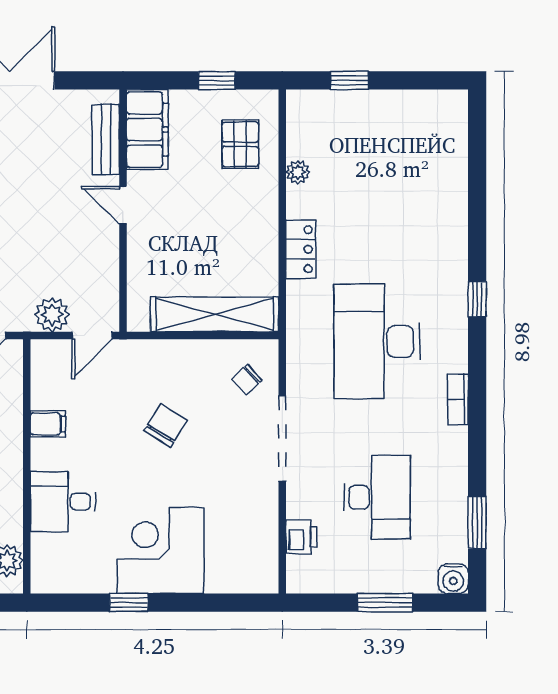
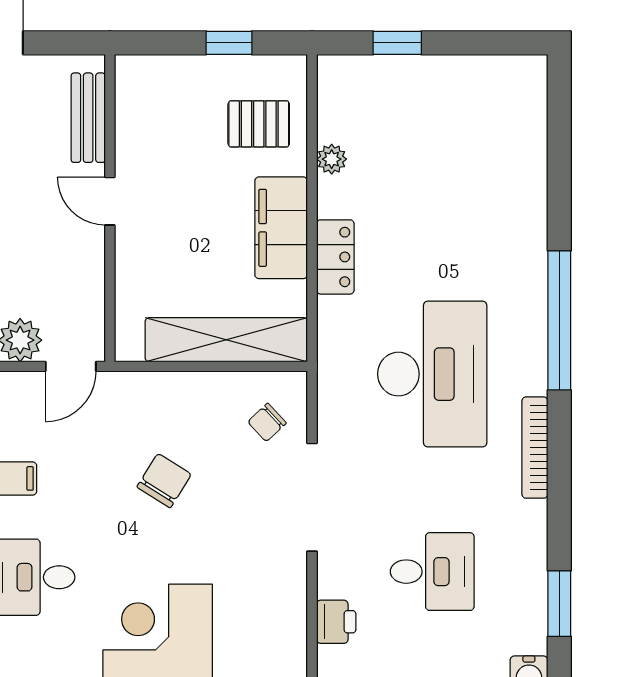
filing cabinet: (147, 130) -> (281, 228), moved, turned 180
pallet: (240, 144) -> (259, 124), turned 90
window: (477, 299) -> (559, 320), width x3.17
desk: (377, 342) -> (432, 374), turned 180
bookcase: (458, 399) -> (535, 448), width x1.56
desk: (377, 497) -> (432, 572), width x0.73

